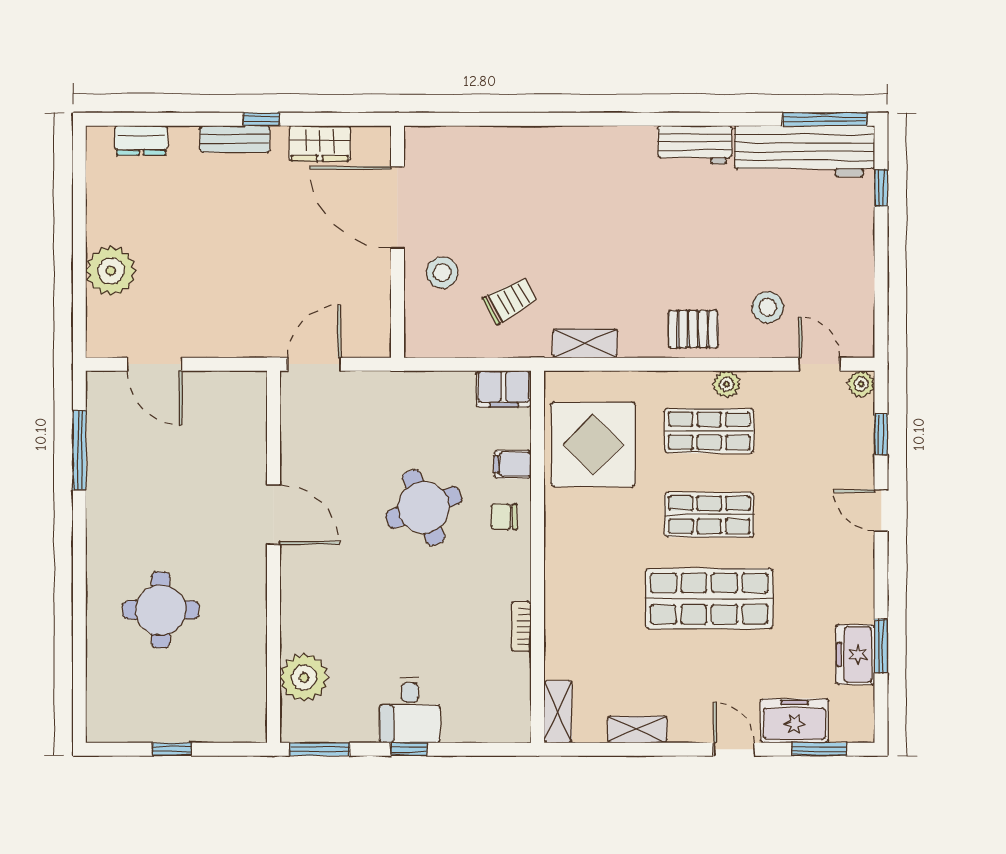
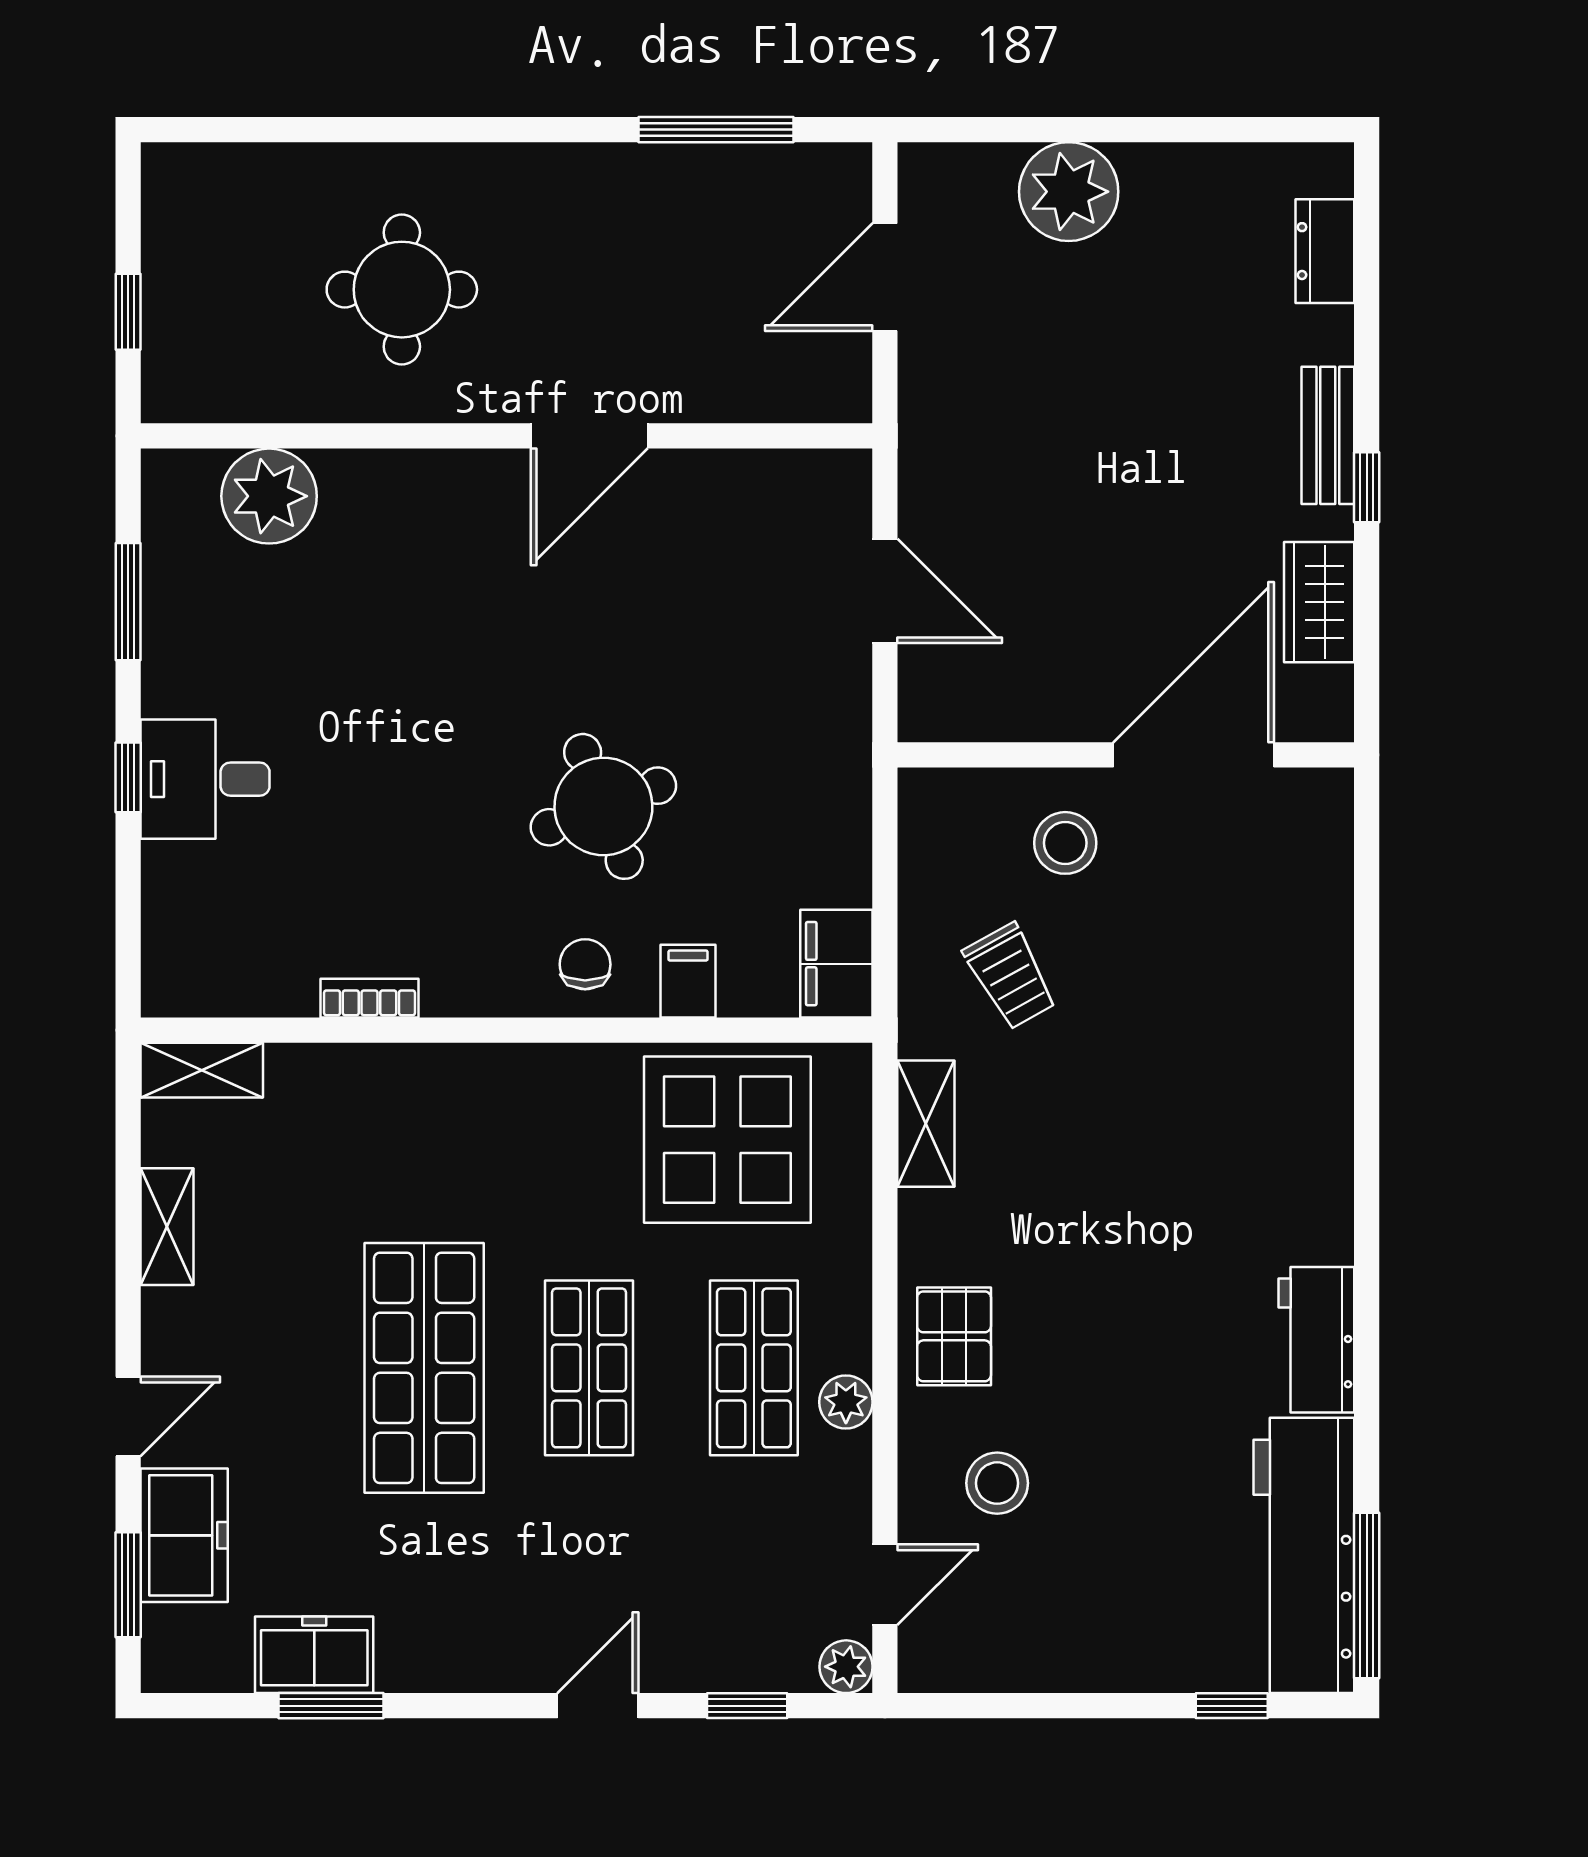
door: (273, 515) -> (589, 436), moved
wall: (273, 557) -> (507, 436), moved
plant: (304, 677) -> (269, 496), moved

